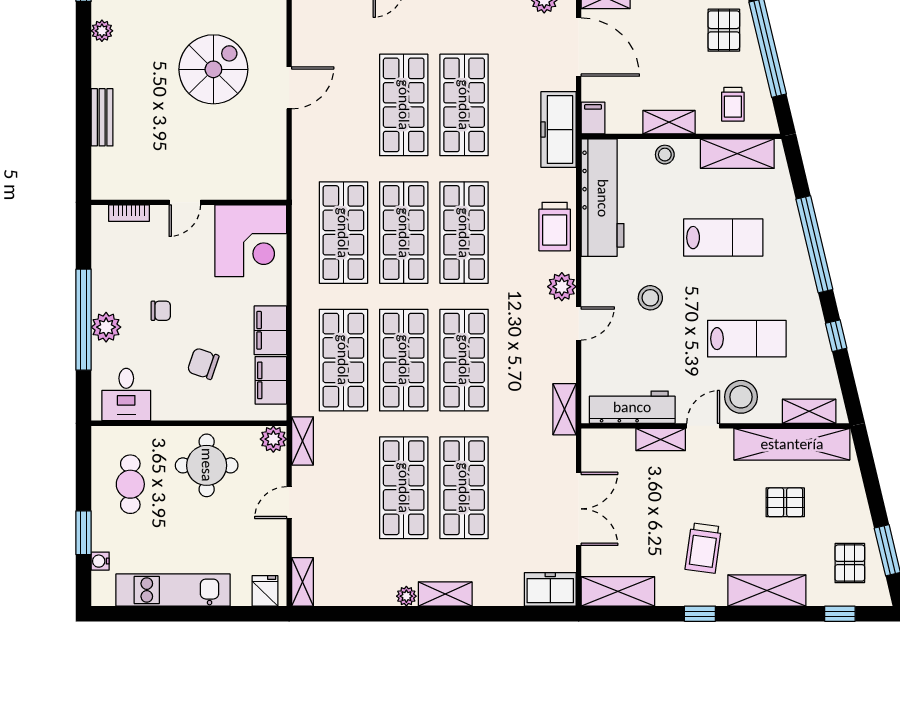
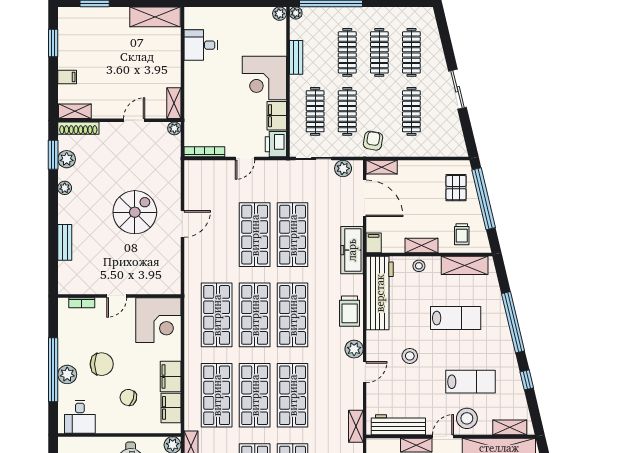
chair: (161, 311) -> (102, 364), width x1.87, depth x1.87

